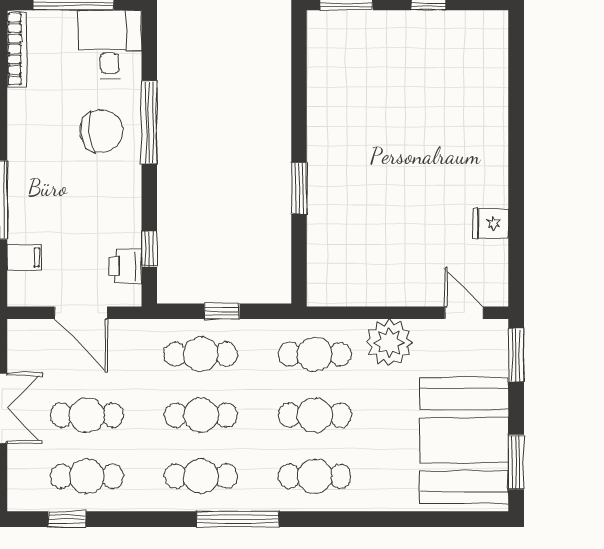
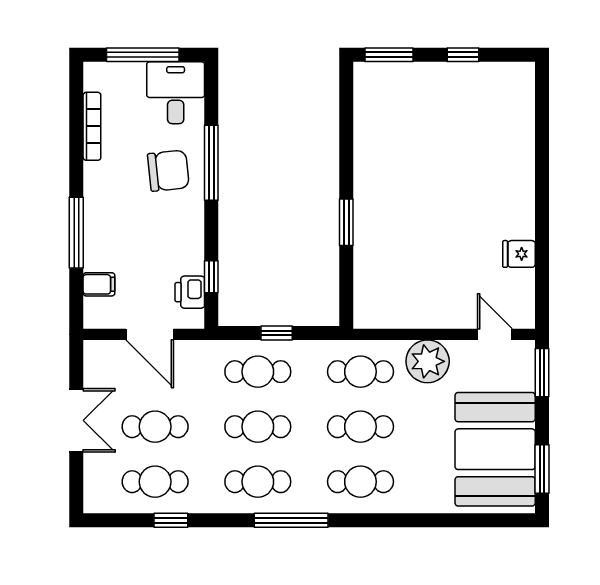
bookcase: (17, 49) -> (92, 126), moved
window: (67, 519) -> (171, 520), moved

